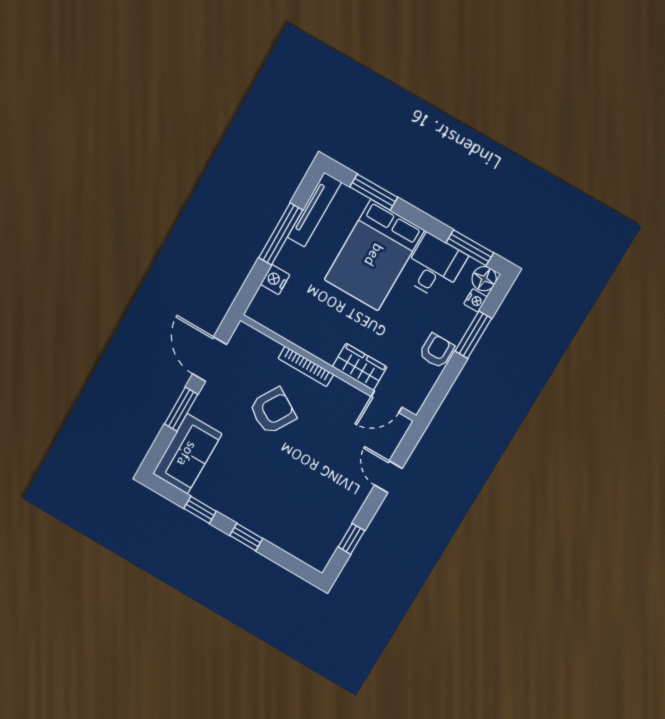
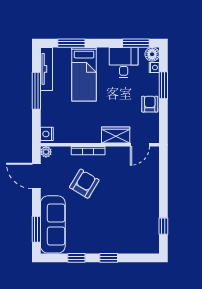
bed: (374, 255) -> (84, 74), width x0.67
nightstand: (275, 280) -> (47, 134), moved
plant: (244, 332) -> (46, 152), added
window: (181, 409) -> (36, 229), moved
sofa: (187, 454) -> (53, 224), width x1.36
door: (388, 477) -> (163, 183), removed

